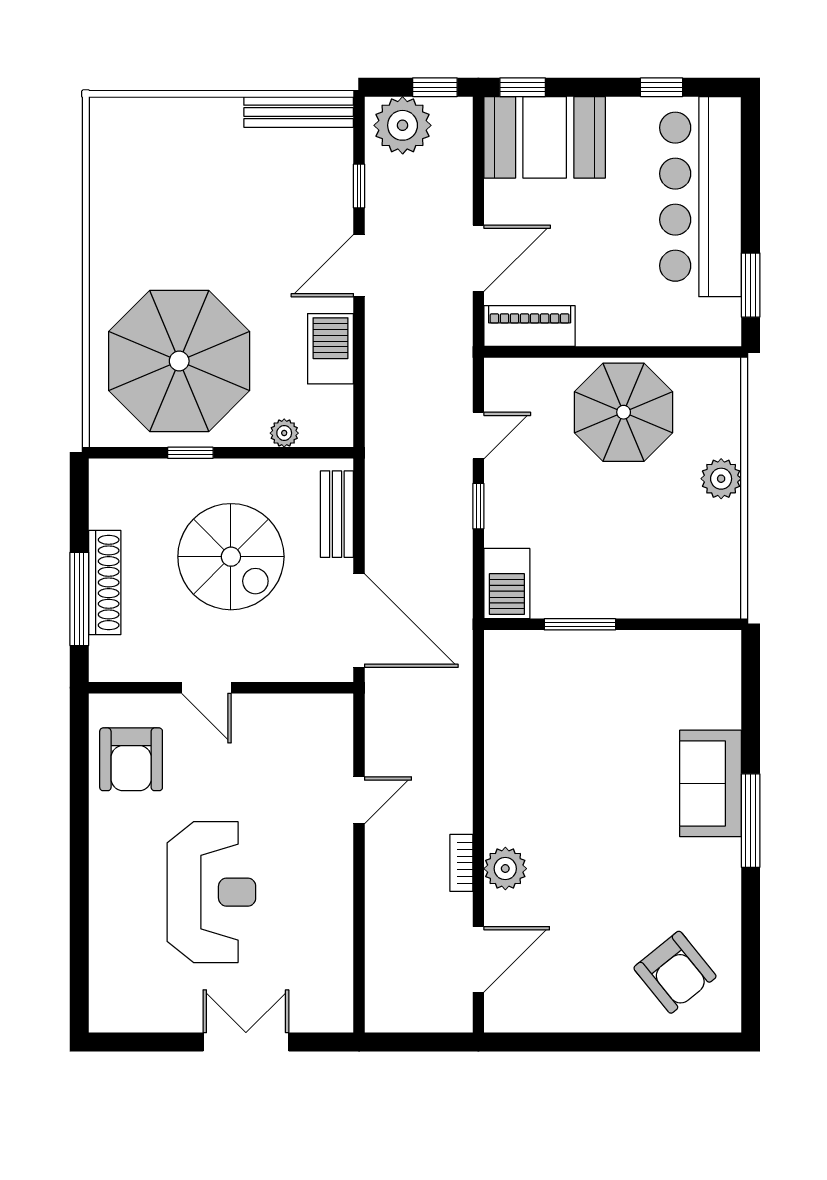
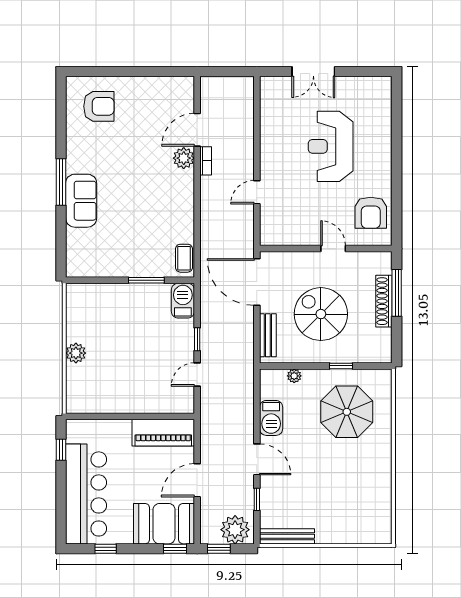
door: (478, 258) -> (197, 480), moved
door: (359, 266) -> (257, 459), hinge flipped
window: (751, 285) -> (61, 450), width x0.67
piano: (530, 326) -> (163, 433), width x1.37, depth x1.33
parasol: (179, 361) -> (347, 412), width x0.73, depth x0.73
parasol: (624, 412) -> (125, 386), removed
coffee table: (505, 668) -> (184, 258), added
armchair: (131, 759) -> (371, 213), turned 180
door: (478, 959) -> (197, 130), moved
armchair: (675, 972) -> (99, 106), turned 129

